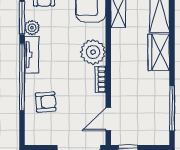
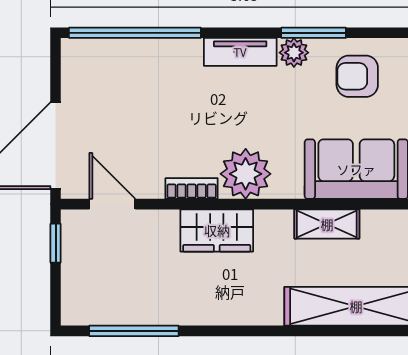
wardrobe: (159, 52) -> (217, 230), moved, turned 180
window: (22, 77) -> (135, 33), moved
armchair: (46, 102) -> (146, 80), removed

